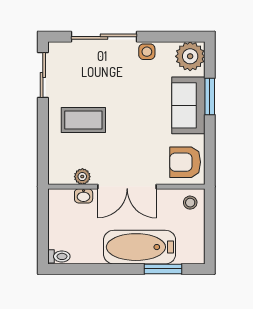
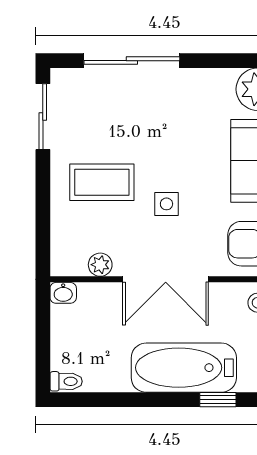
side table: (147, 52) -> (166, 204), moved
washbasin: (84, 196) -> (63, 293), moved
window: (163, 269) -> (218, 400), width x0.67

